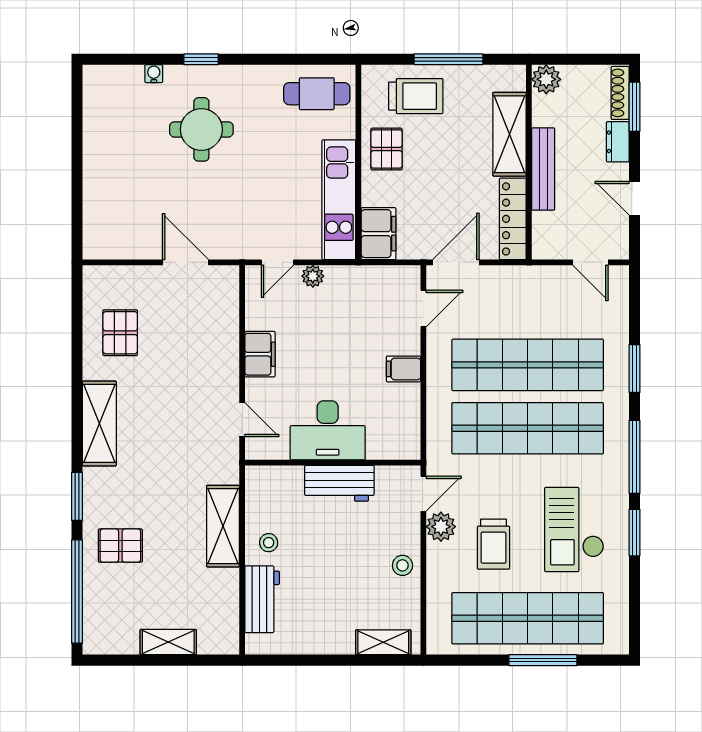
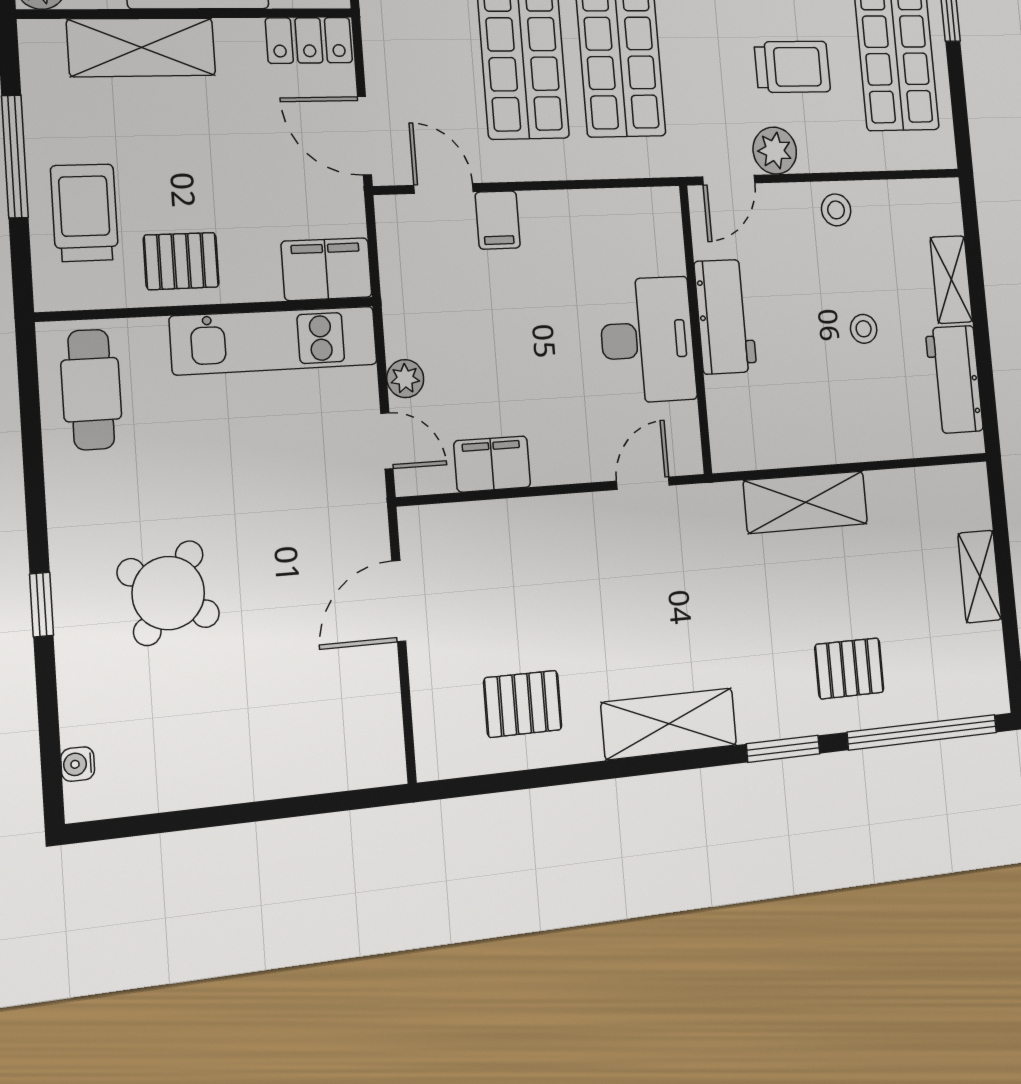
water cooler: (154, 74) -> (78, 764), moved
round table: (201, 129) -> (168, 593), turned 33
locker: (513, 219) -> (309, 40), width x0.66
filing cabinet: (260, 354) -> (492, 464), moved
filing cabinet: (404, 369) -> (498, 220), moved
door: (423, 494) -> (729, 180), swing flipped
stool: (269, 543) -> (864, 329), moved
pallet: (120, 546) -> (849, 668), turned 90
workbench: (262, 599) -> (954, 379), moved, turned -90
shelving: (383, 642) -> (951, 280), moved

